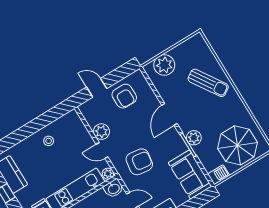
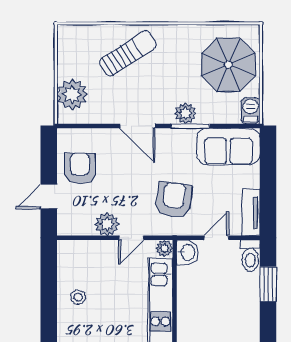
armchair: (124, 96) -> (80, 168), turned -90

